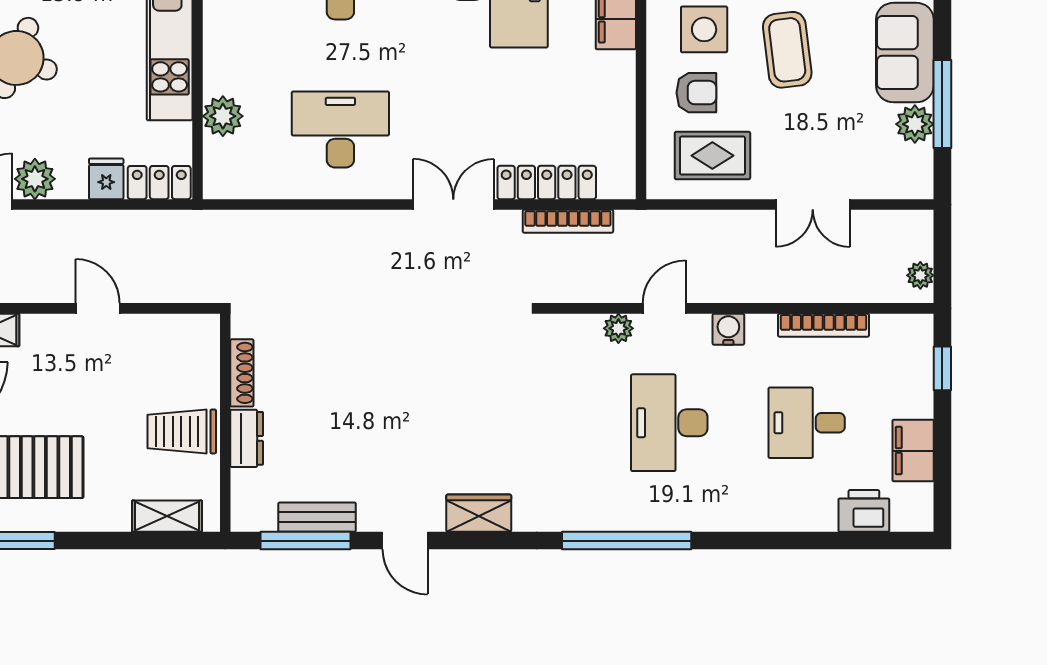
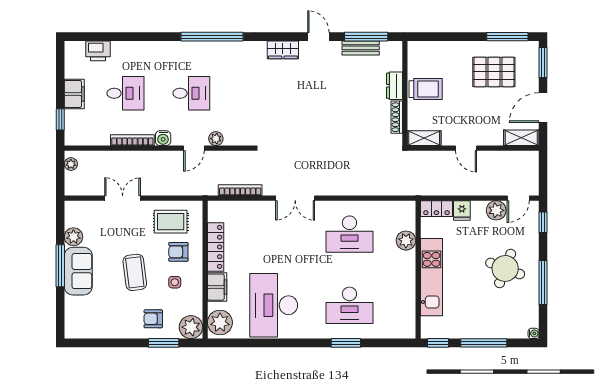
side table: (704, 29) -> (175, 282), width x0.54, depth x0.54
window: (942, 104) -> (60, 266), moved
locker: (547, 182) -> (216, 247), moved, turned -90
bookcase: (824, 325) -> (132, 140), moved
desk: (669, 423) -> (191, 93), width x0.73
filing cabinet: (913, 451) -> (74, 94), moved
shelving: (167, 516) -> (424, 138), moved

